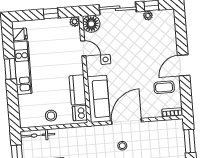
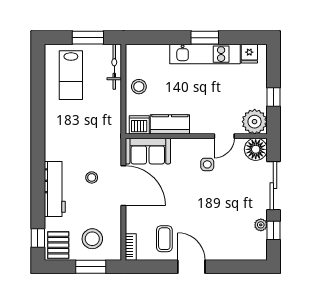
plant: (75, 22) -> (255, 122), width x1.87, depth x1.87
sofa: (99, 99) -> (148, 151), width x0.73
stool: (168, 142) -> (92, 239), added

